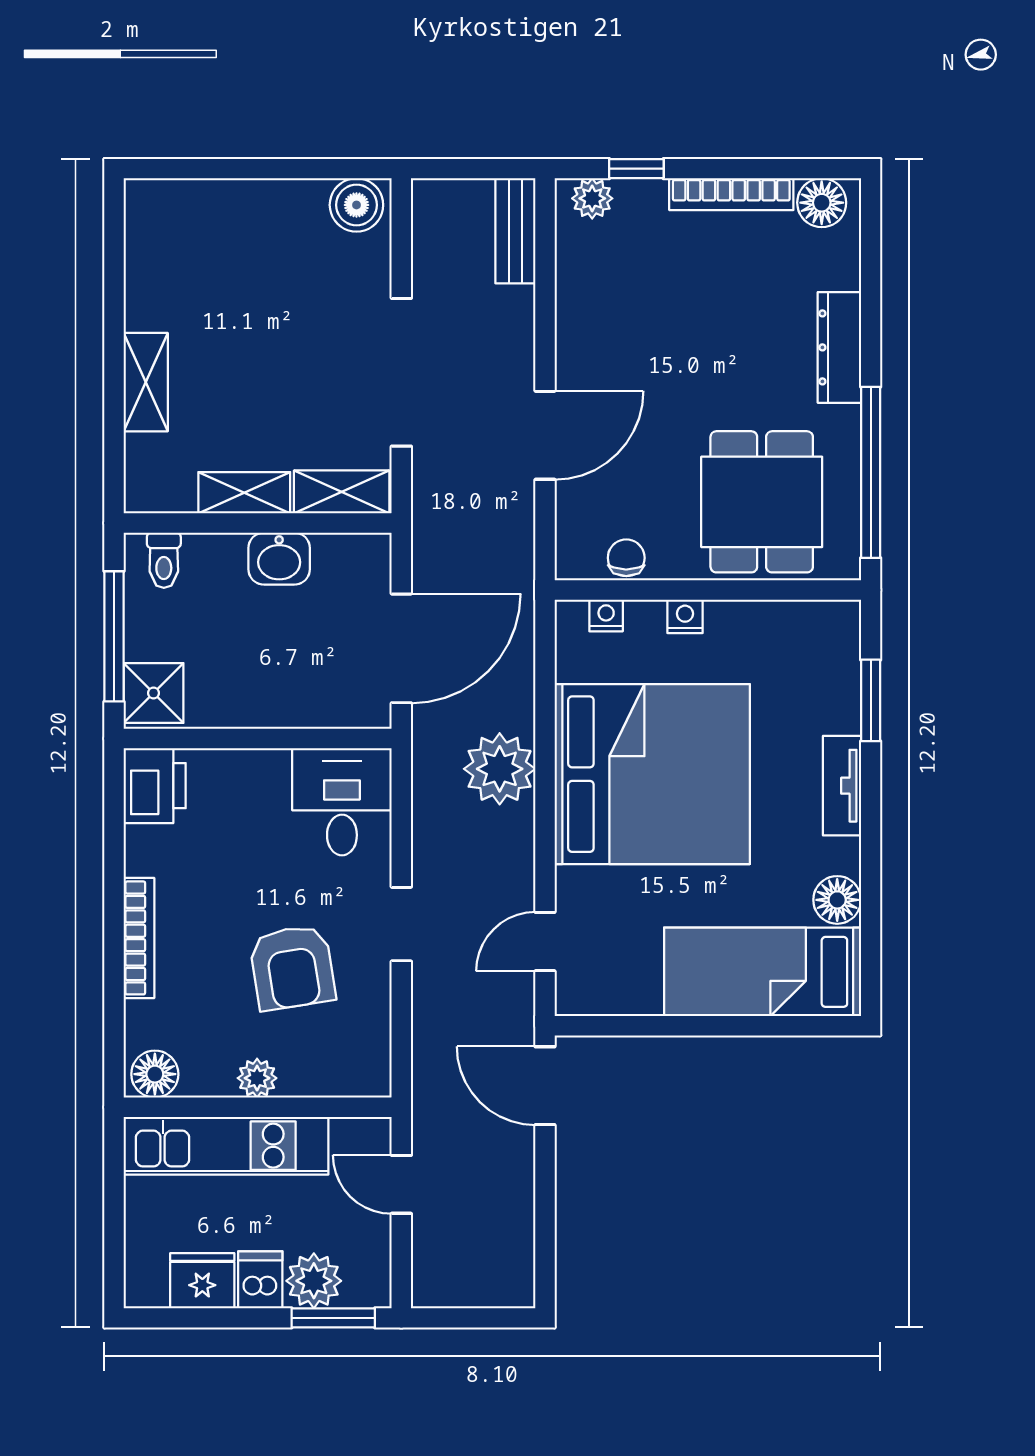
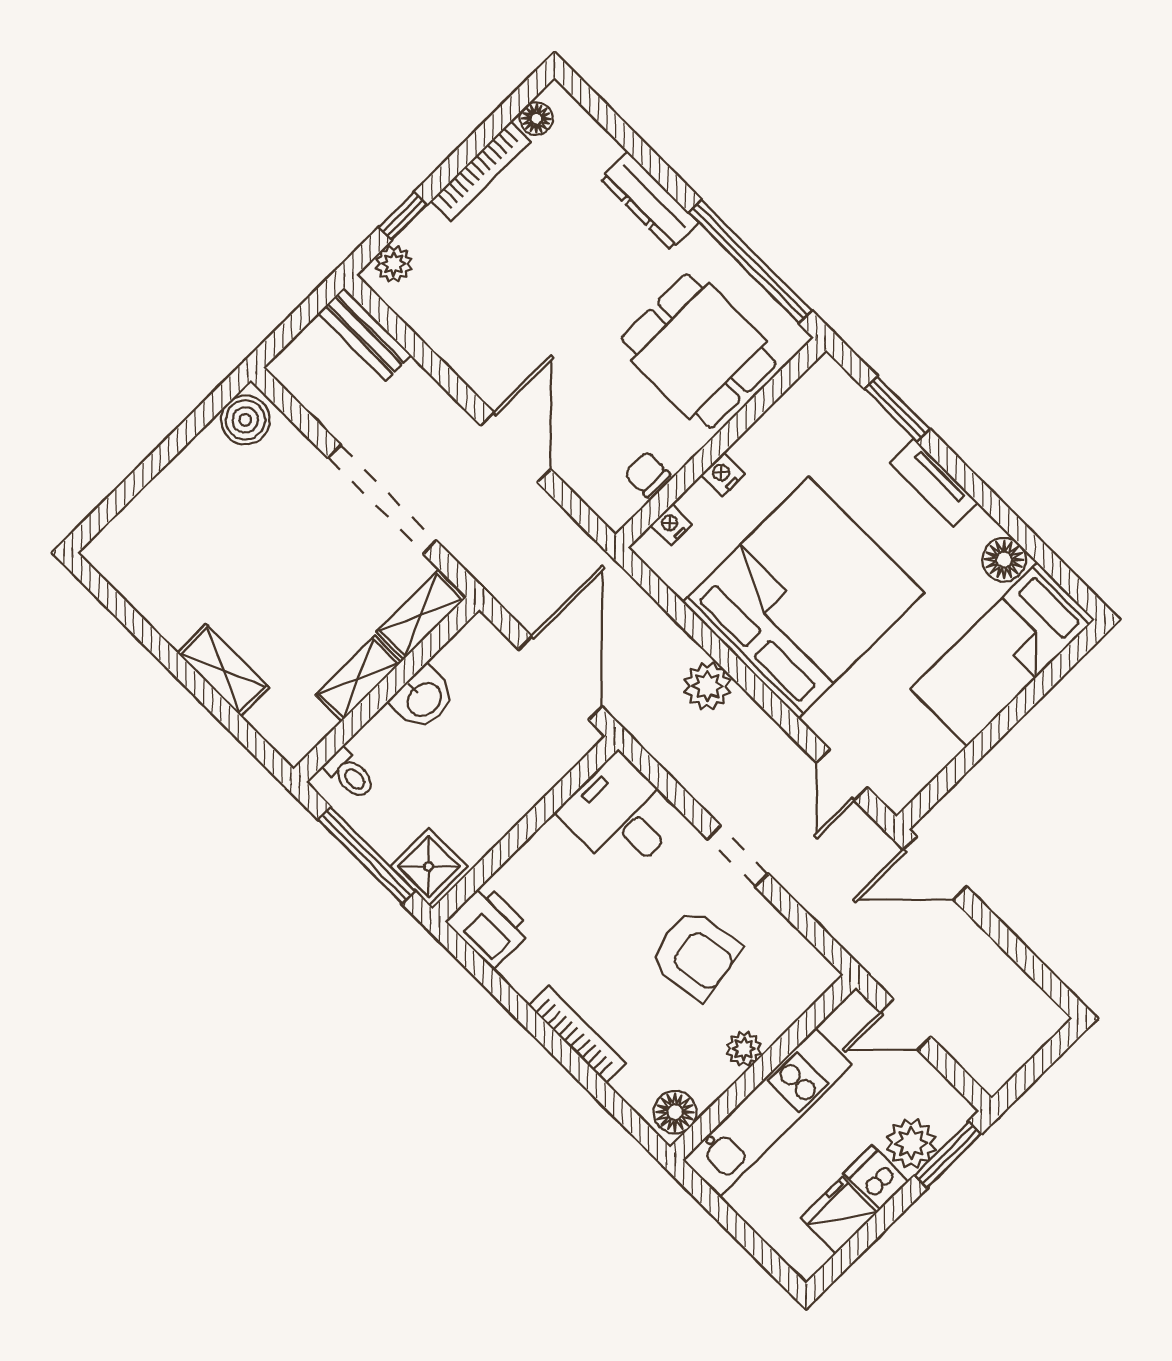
floor lamp: (822, 203) -> (536, 119), width x0.73, depth x0.73
plant: (500, 769) -> (708, 686), width x0.73, depth x0.73

